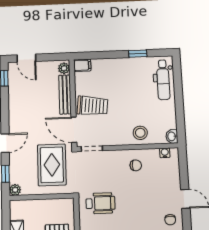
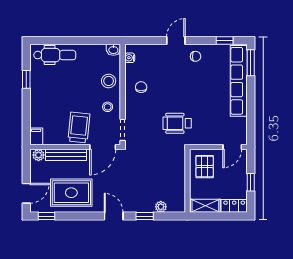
stool: (114, 133) -> (108, 107), added
rug: (52, 165) -> (71, 193), moved
wall: (42, 197) -> (187, 181), moved
wheelchair: (100, 203) -> (177, 123), turned -90

